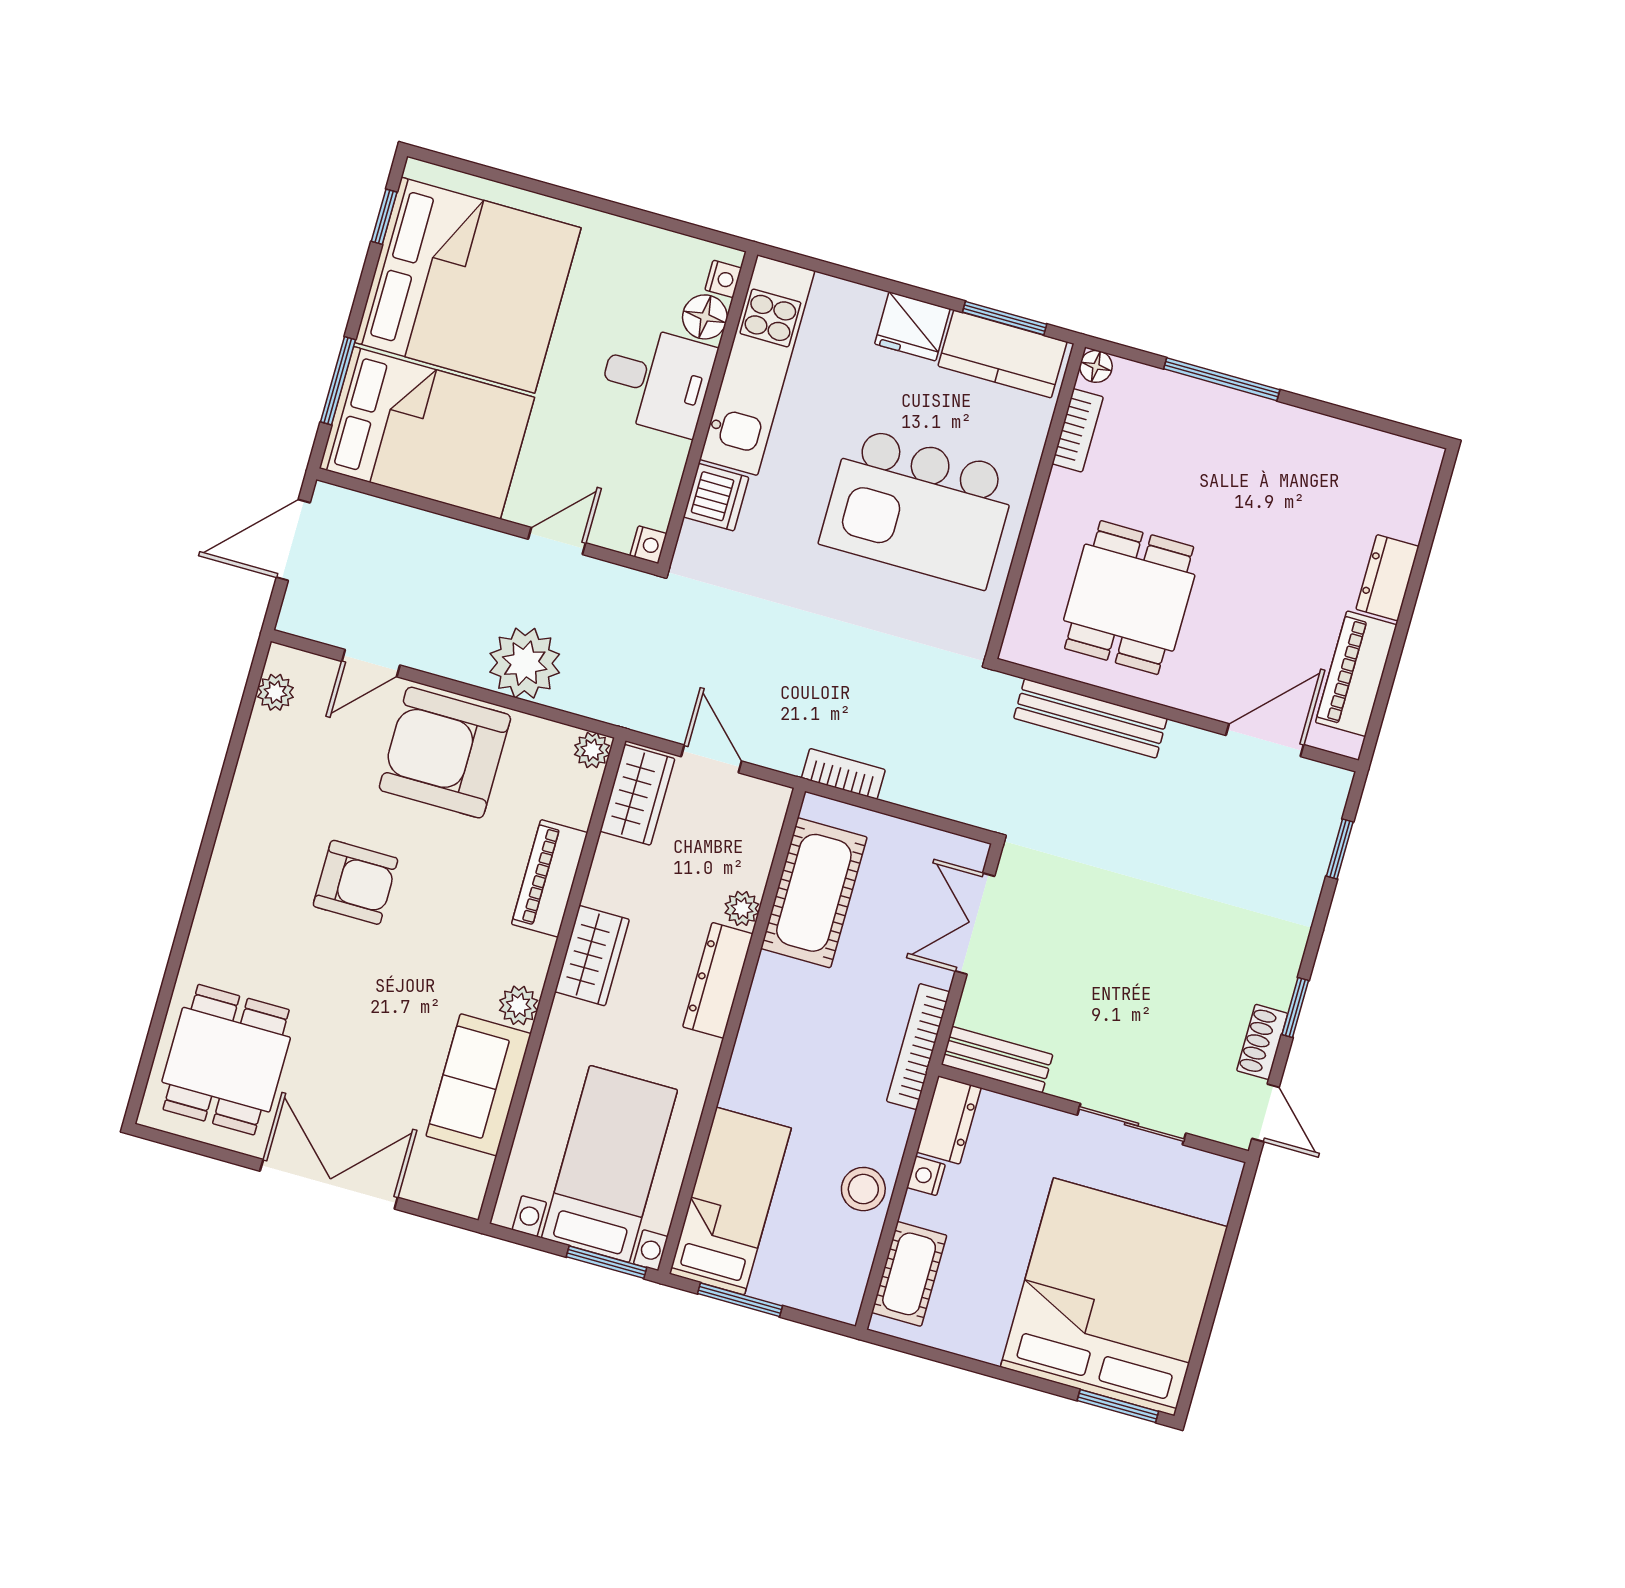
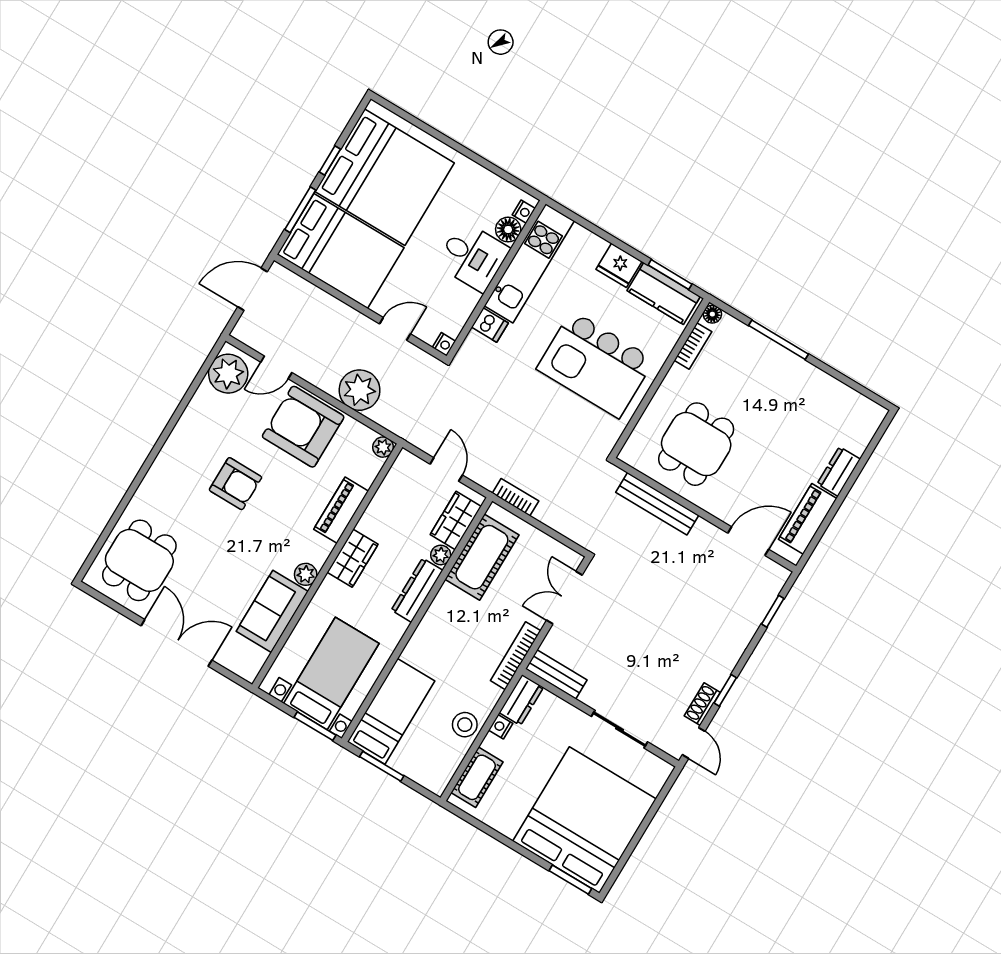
window: (384, 217) -> (330, 161), moved
dishwasher: (716, 497) -> (490, 325), width x0.73
plant: (275, 692) -> (228, 374), width x1.88, depth x1.88
wardrobe: (637, 795) -> (456, 520), moved, turned 180

